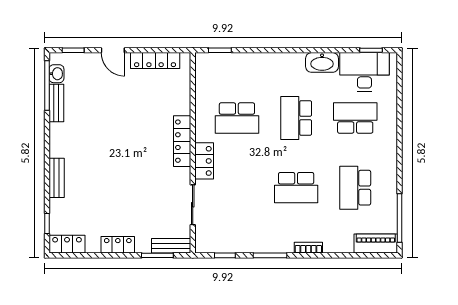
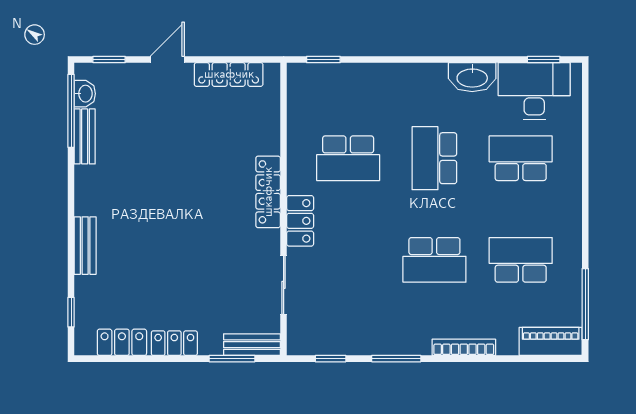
door: (113, 50) -> (167, 60), swing flipped
school desk: (355, 188) -> (521, 260), turned 90
locker: (67, 244) -> (122, 342), moved
bookcase: (308, 248) -> (464, 347), width x1.56

